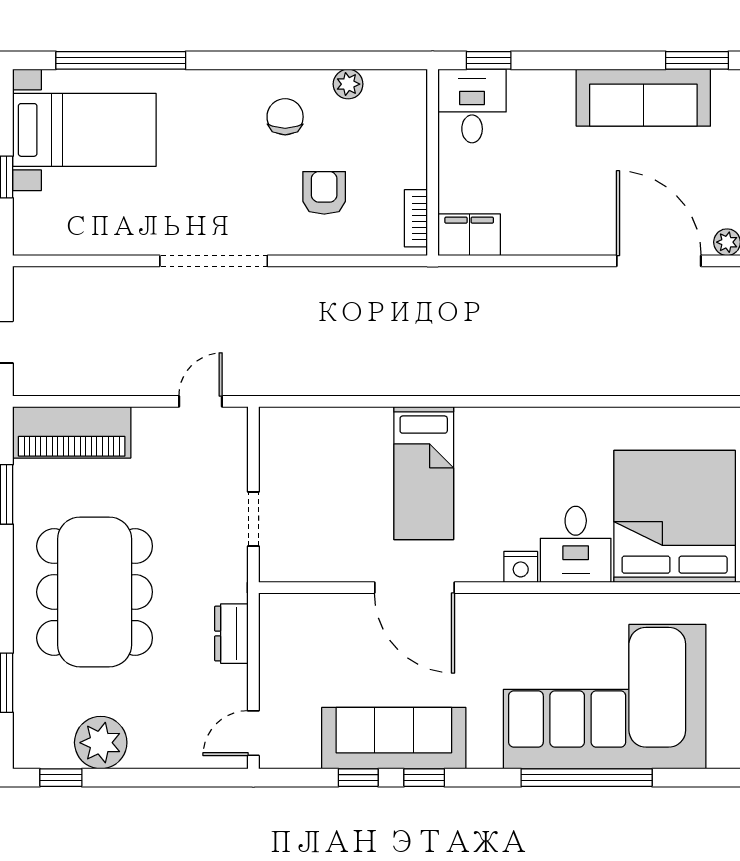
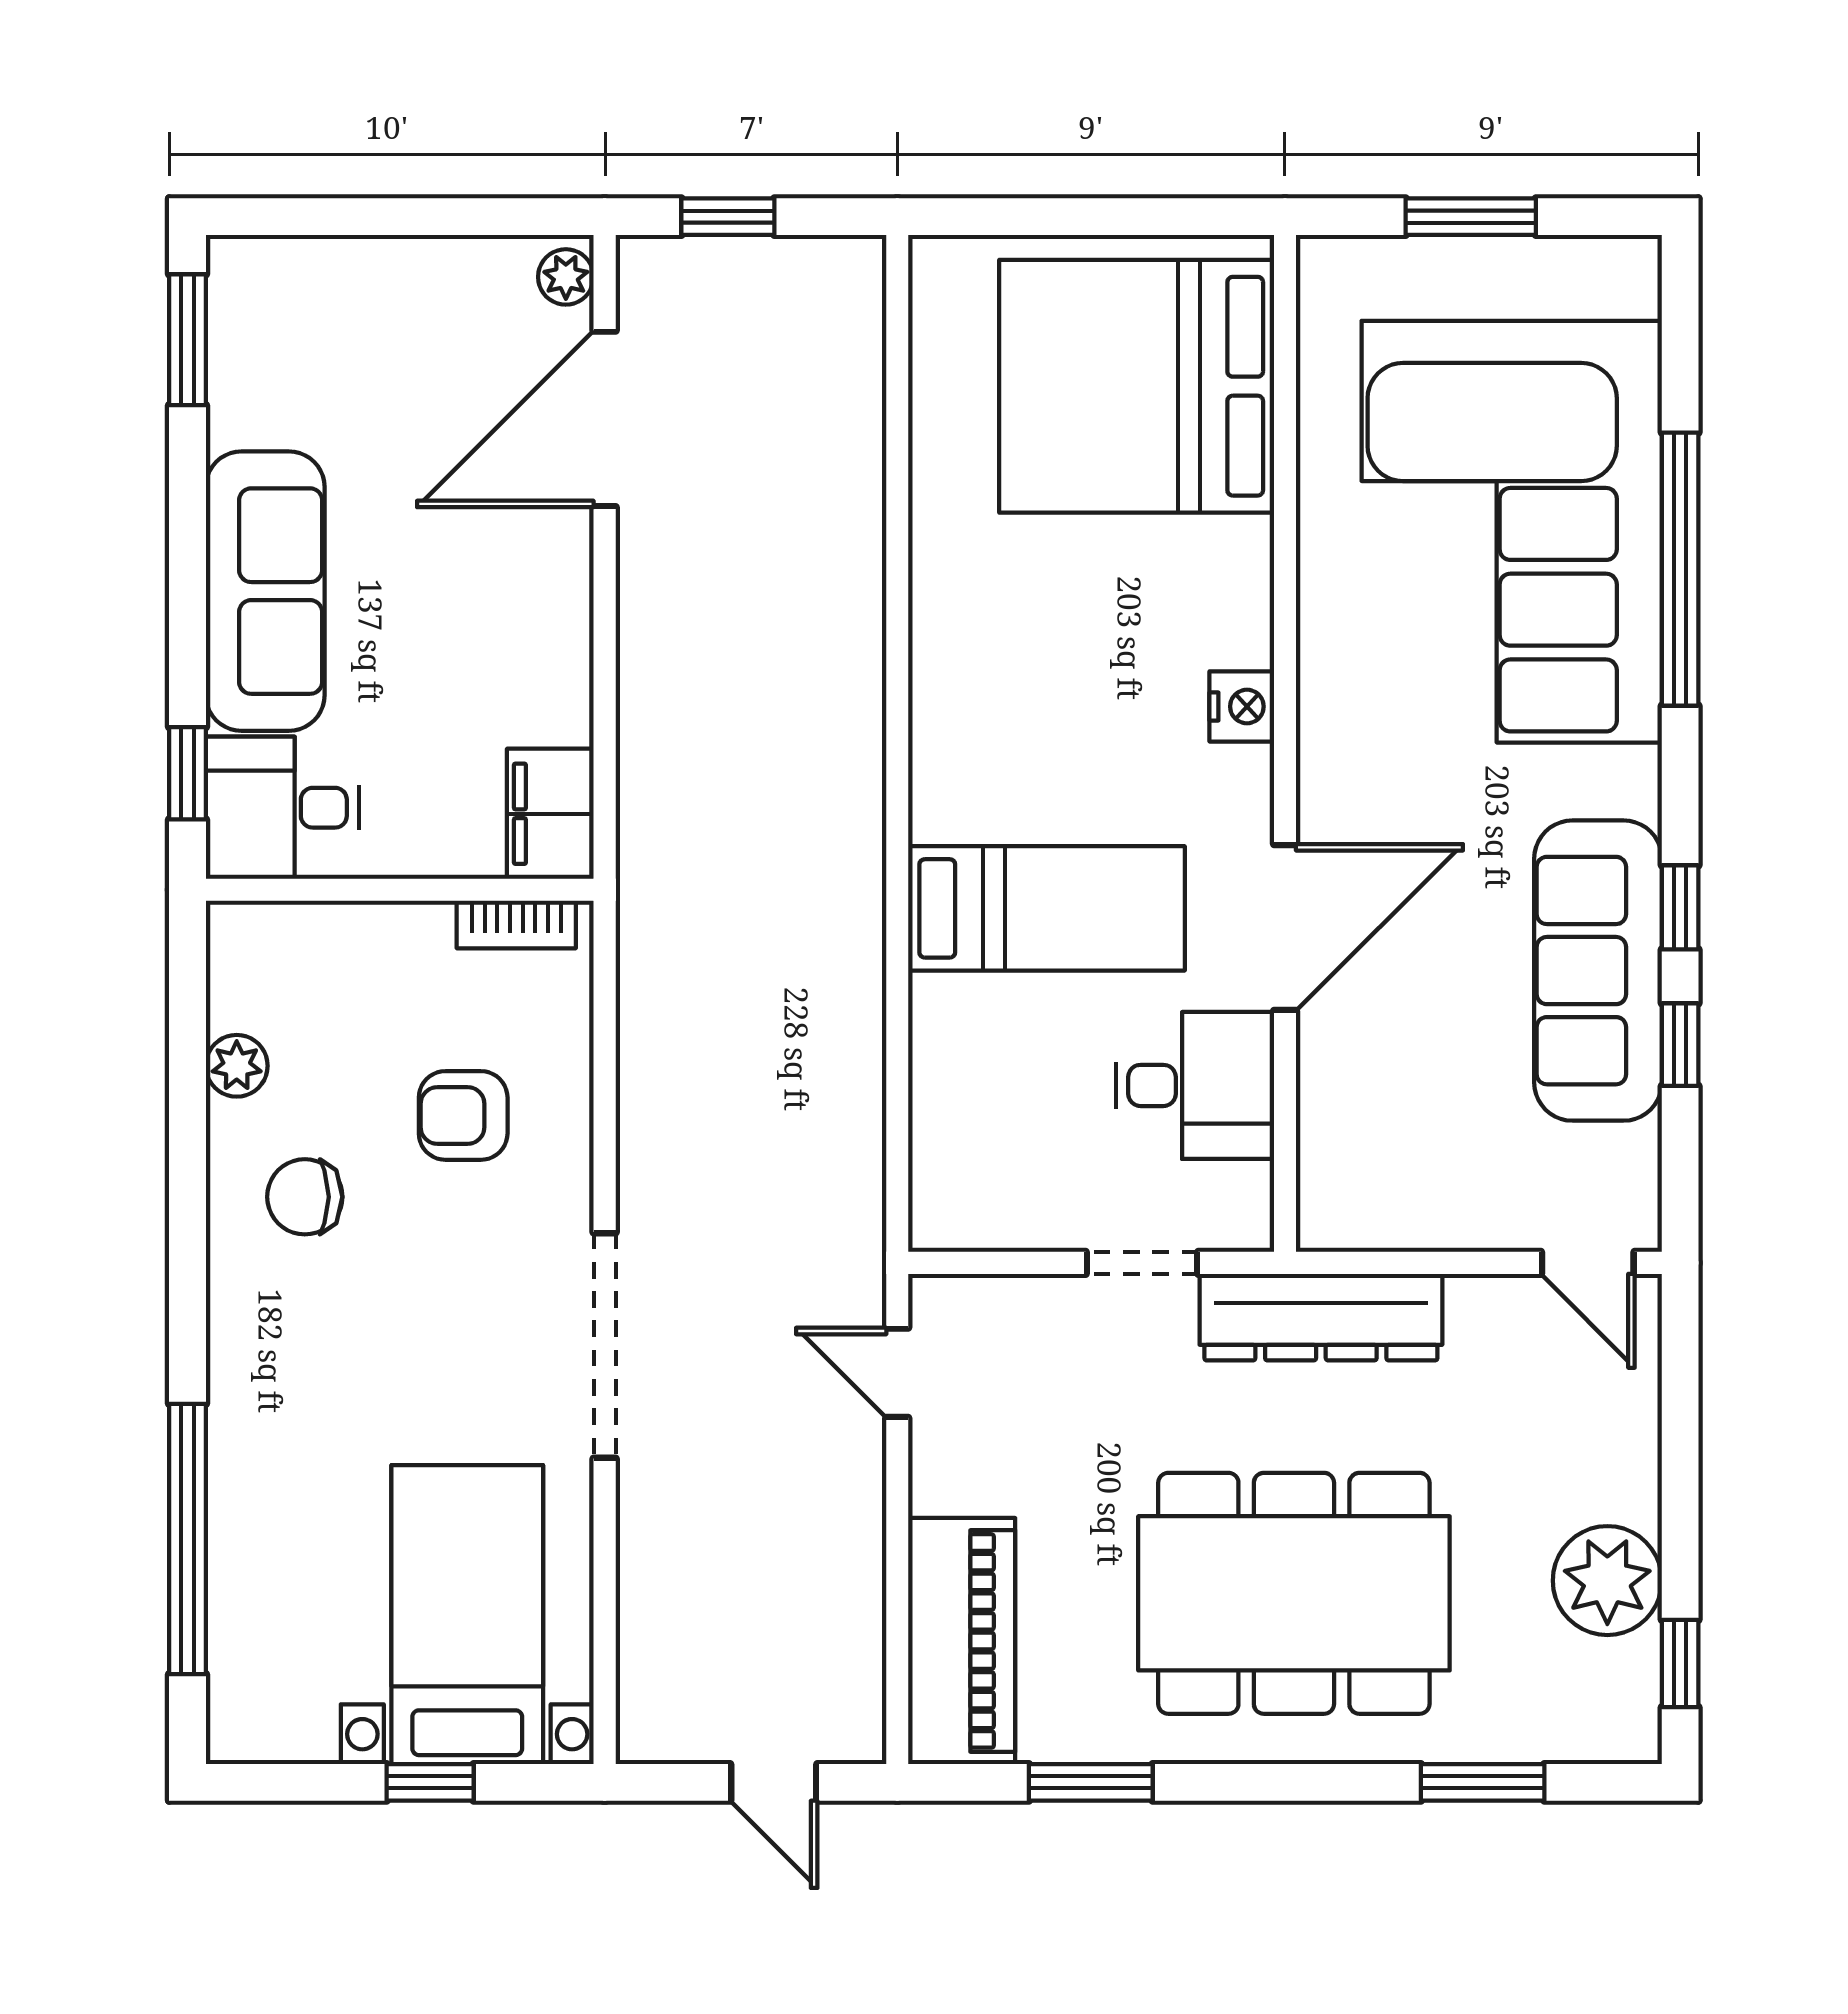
sofa: (643, 98) -> (265, 591), moved
bed with nightstands: (84, 130) -> (467, 1615), moved
desk: (576, 544) -> (1195, 1085), moved
dresser: (231, 634) -> (1321, 1317), width x1.96, depth x1.24

